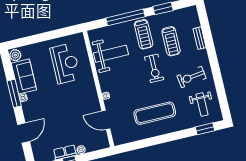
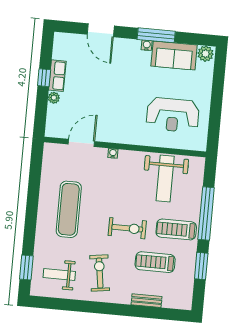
exercise bike: (154, 68) -> (127, 228), turned 180

